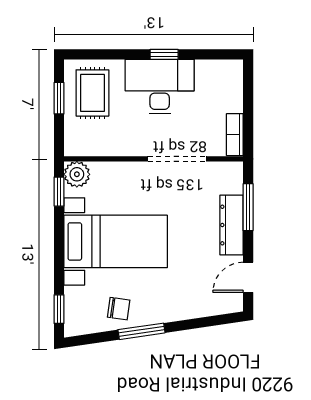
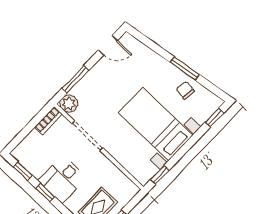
window: (210, 54) -> (23, 171), added
desk: (160, 87) -> (62, 179), width x0.73
plant: (77, 174) -> (69, 104), moved
dresser: (231, 225) -> (92, 78), removed

